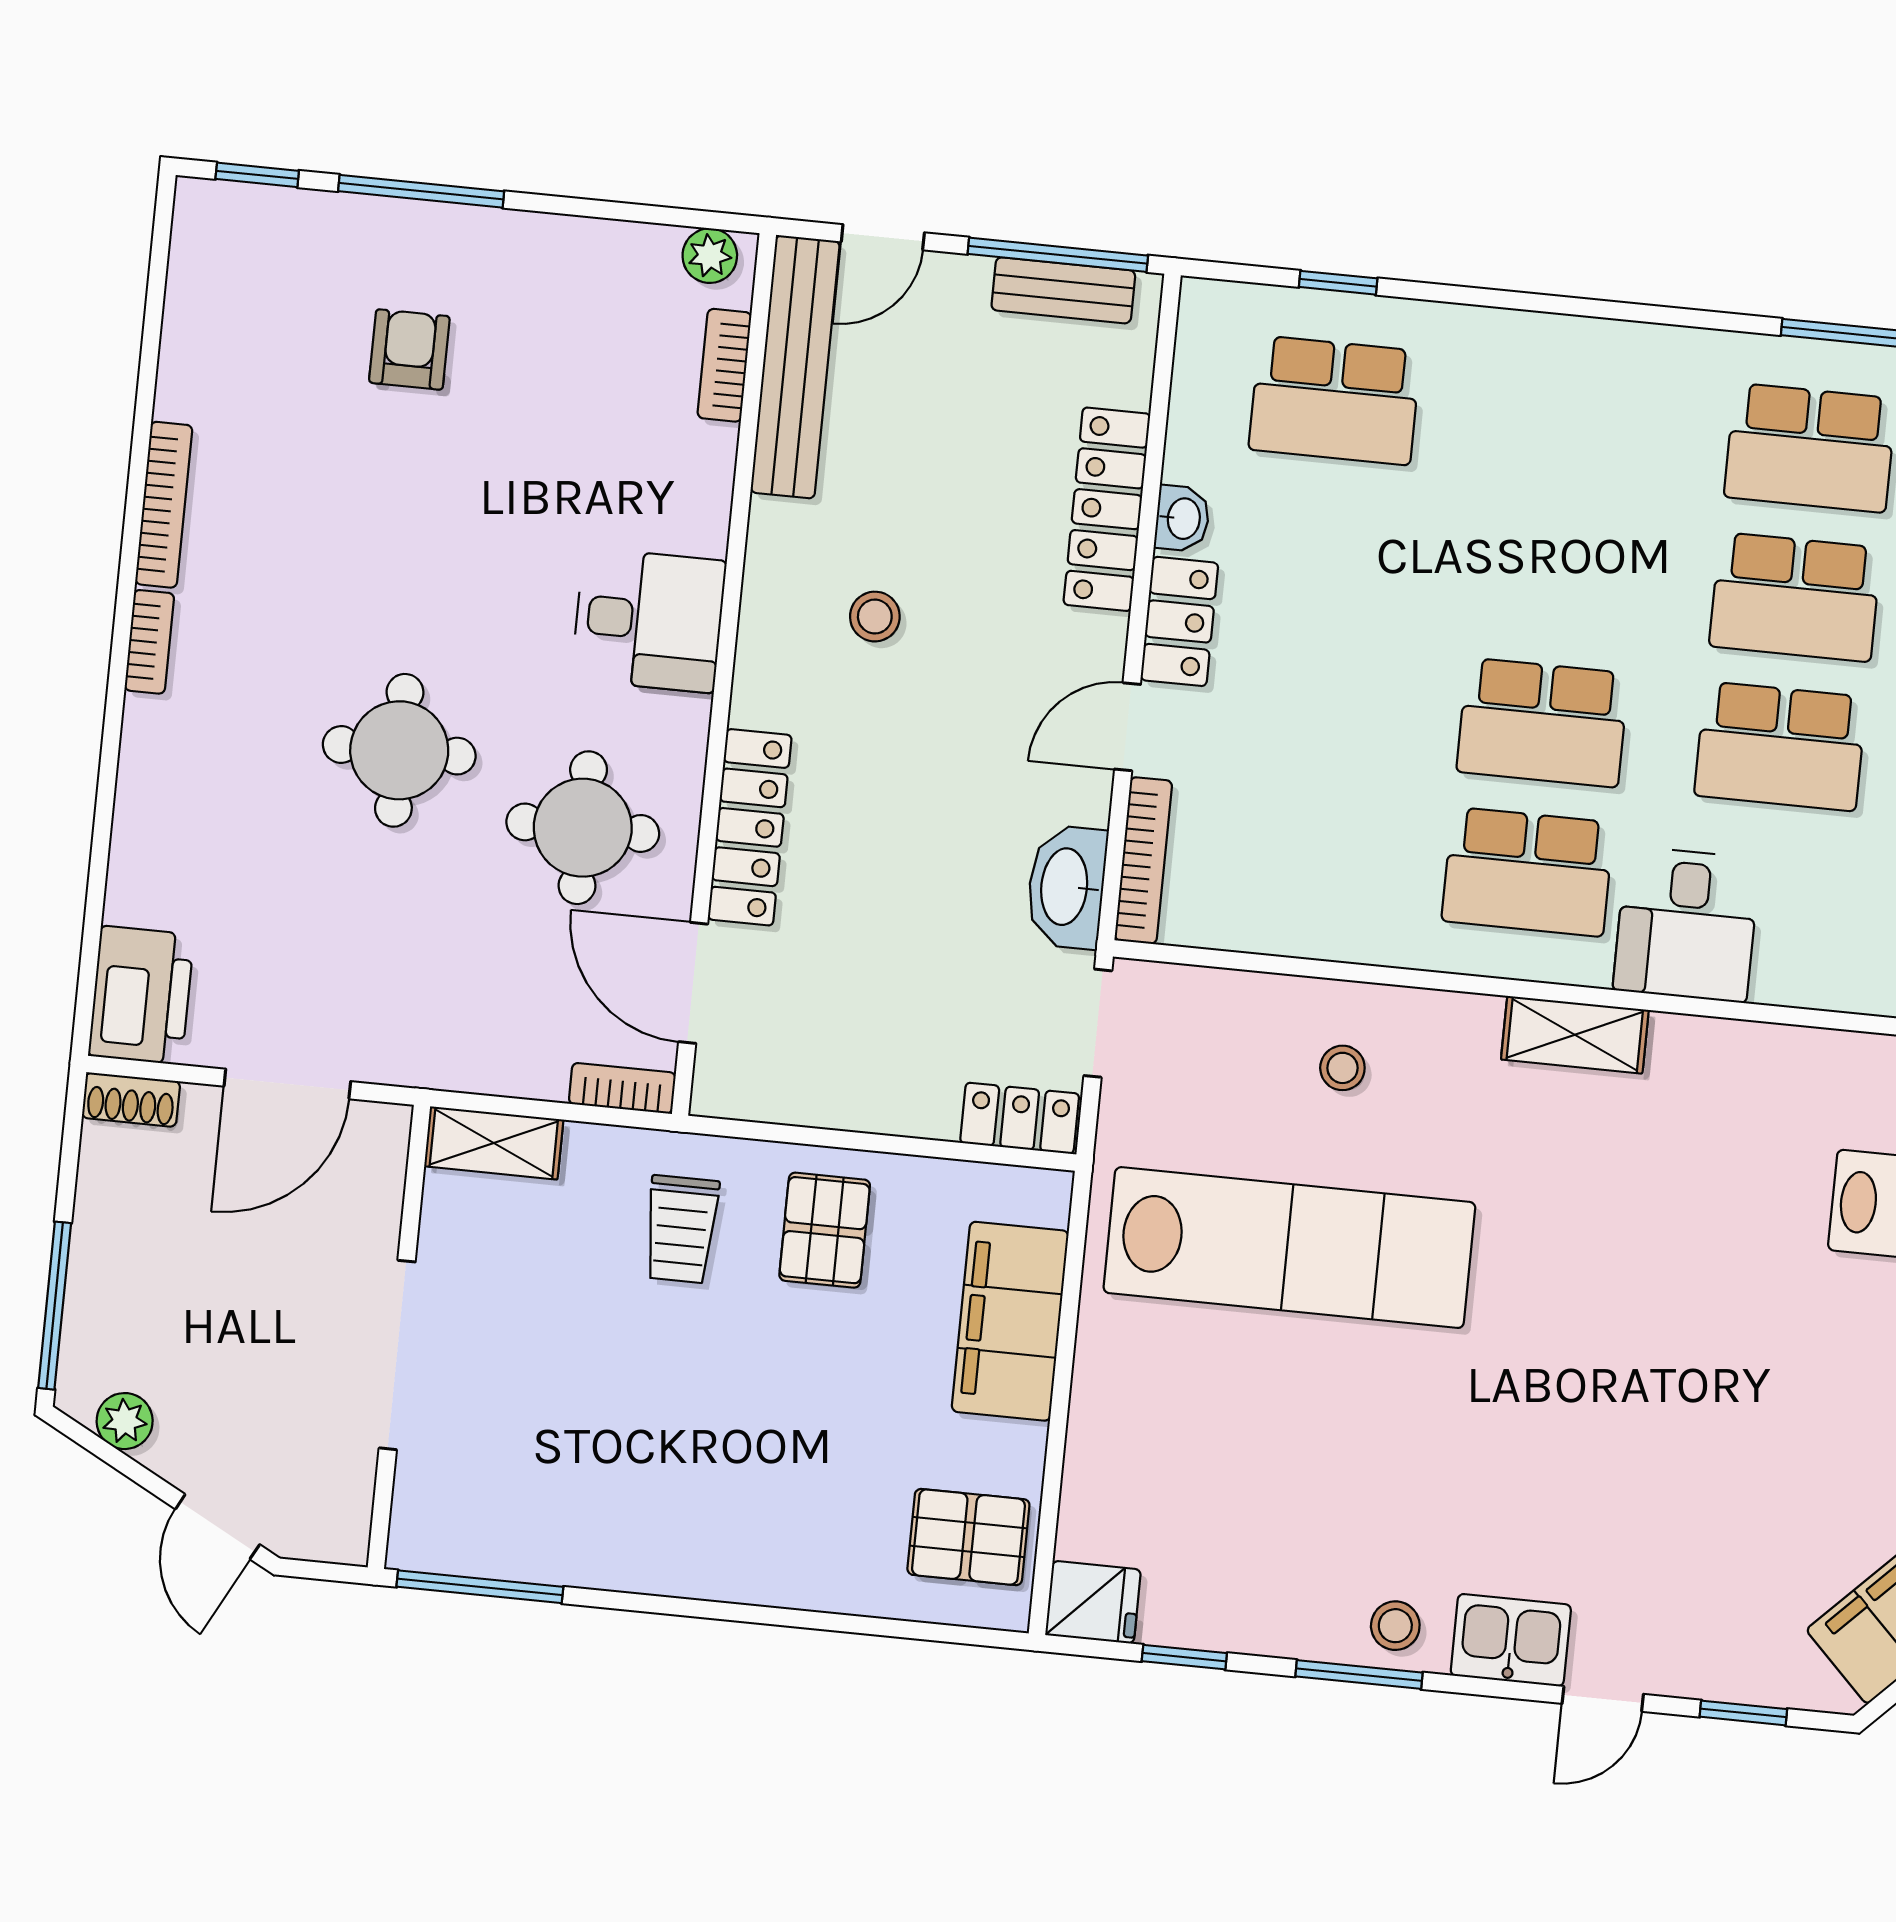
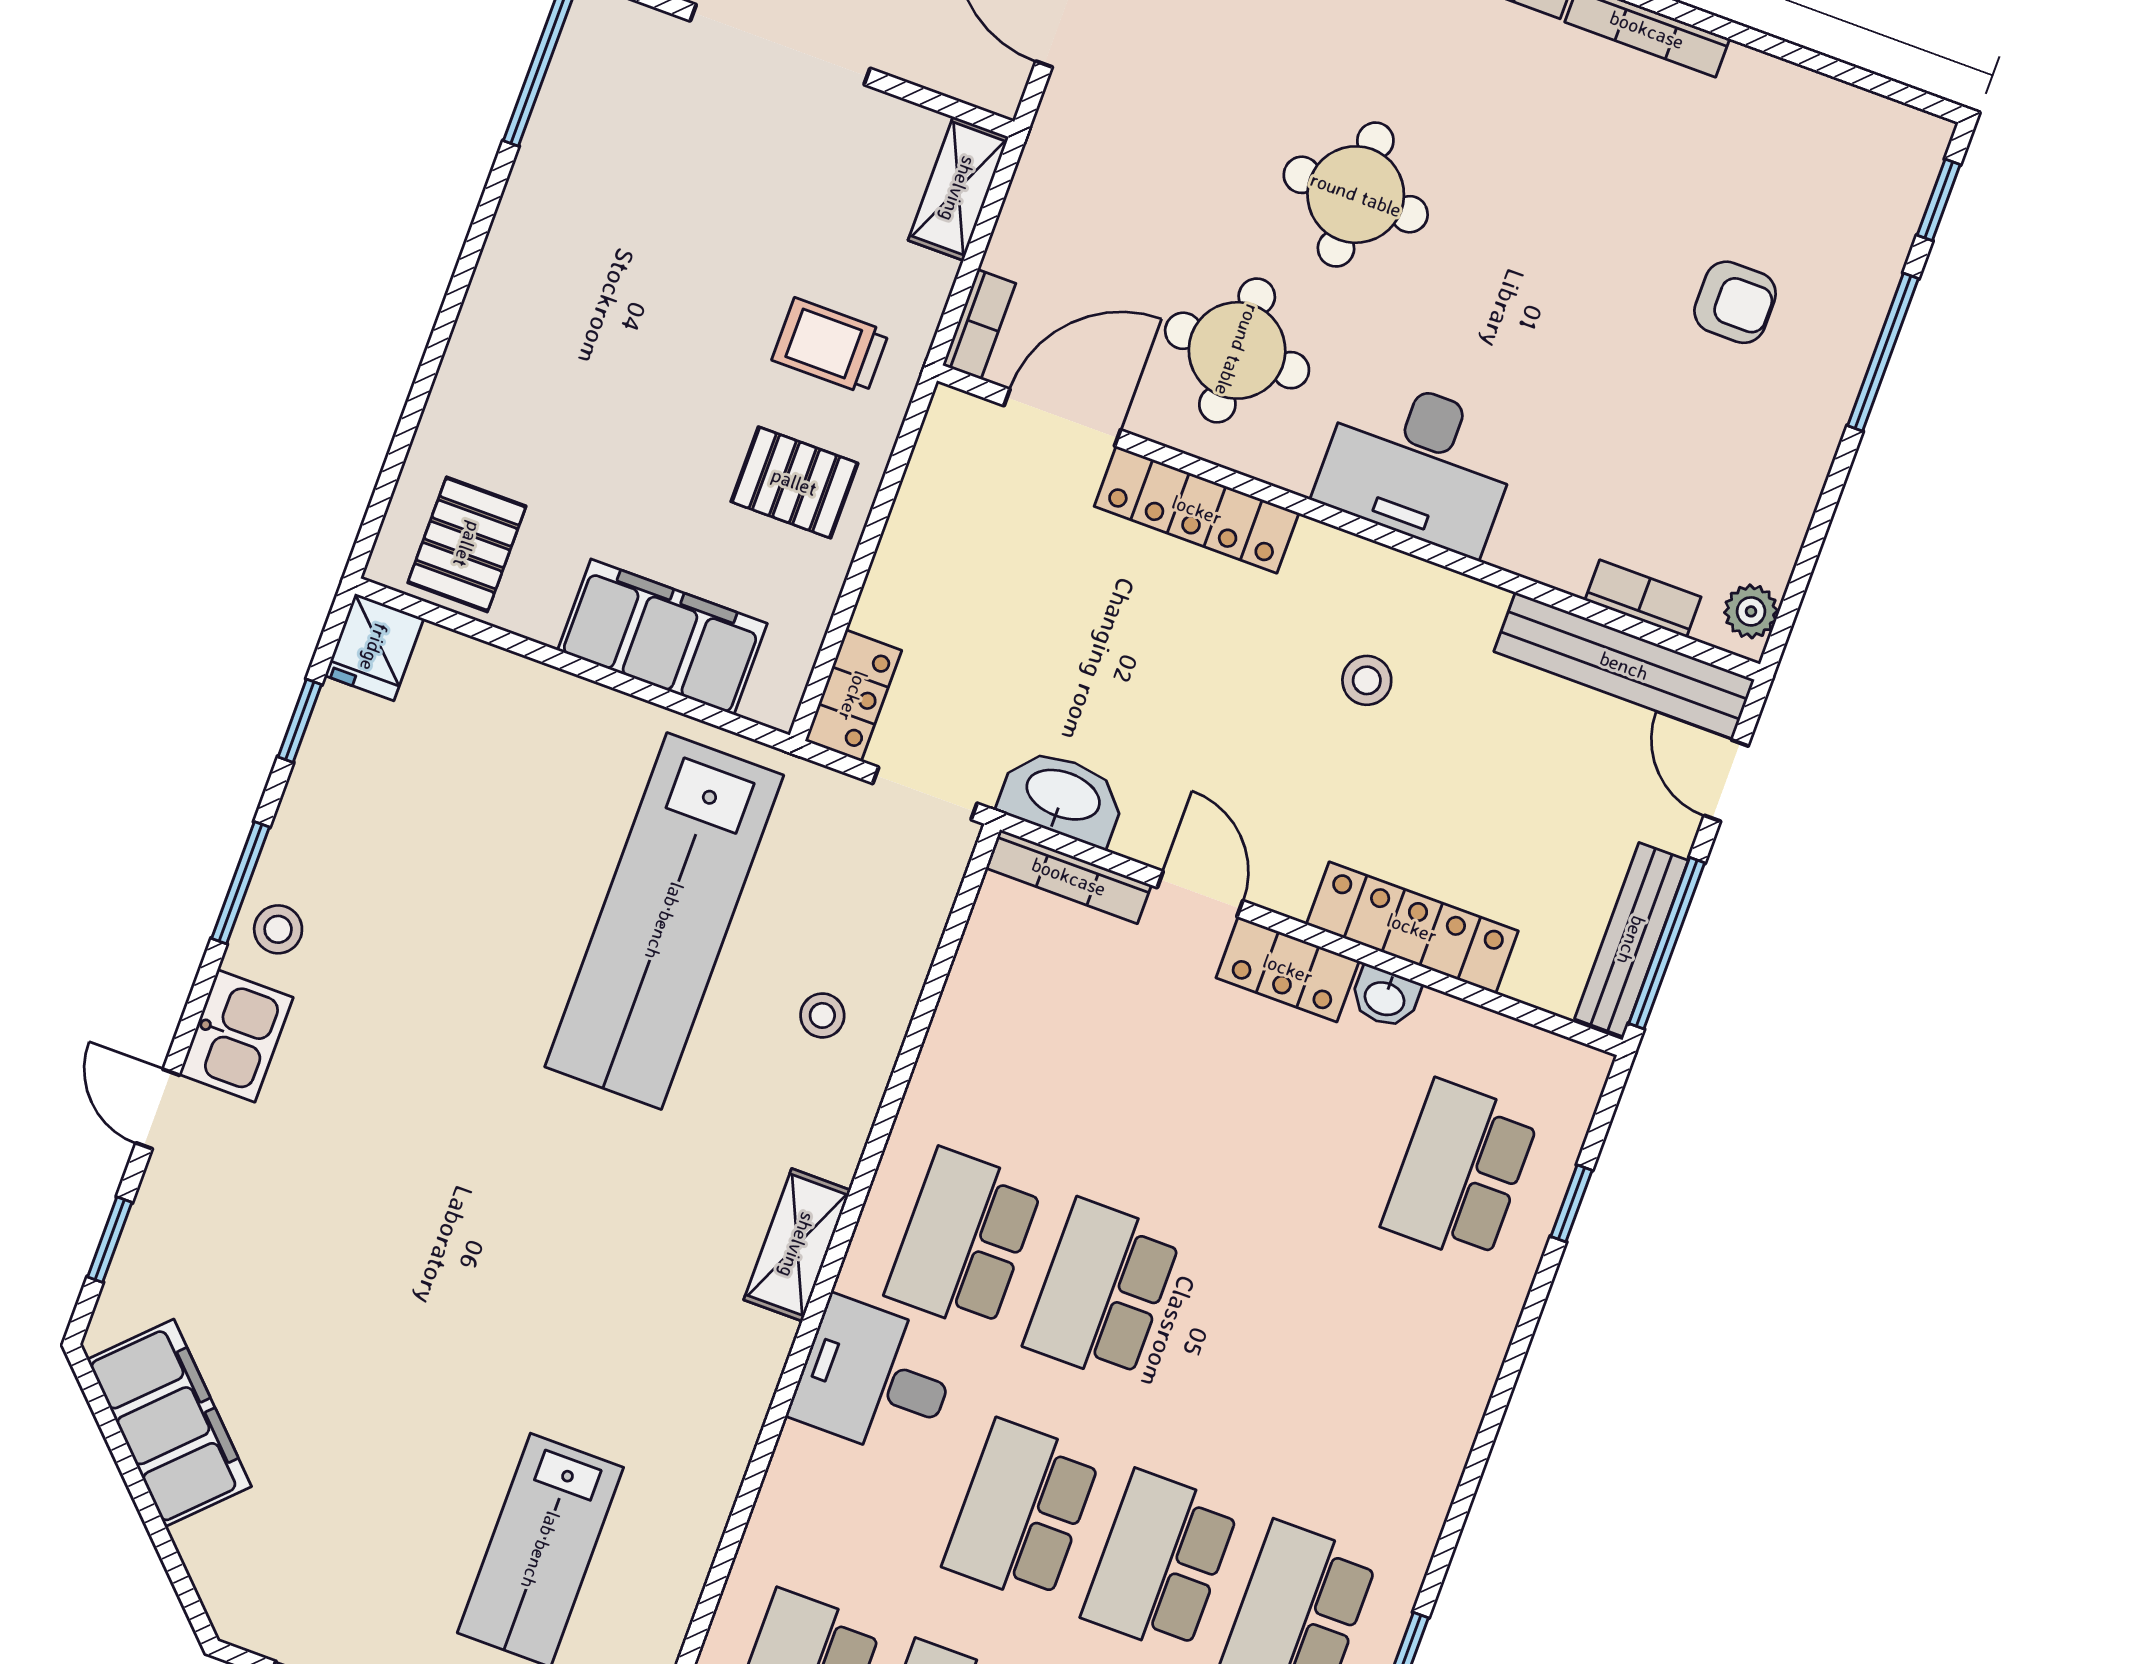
bench: (1063, 290) -> (1631, 940), width x1.36
desk: (649, 620) -> (1419, 464), width x1.37

